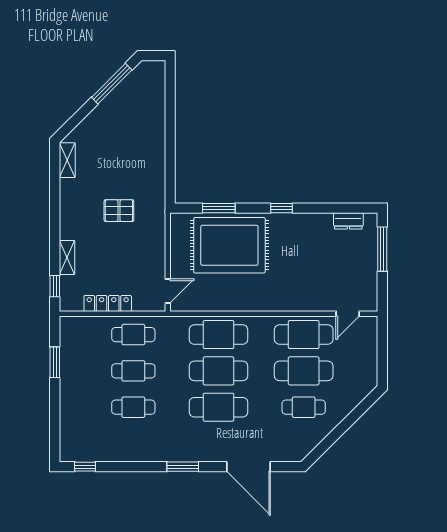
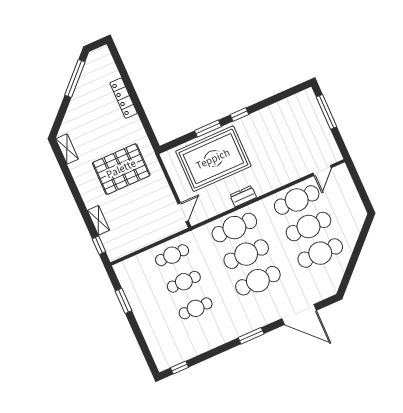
window: (219, 208) -> (208, 129), moved
pallet: (119, 211) -> (121, 169), width x2.05, depth x2.00
dresser: (348, 221) -> (243, 196), moved, turned 180
locker: (108, 303) -> (124, 98), moved, turned -90
cafe table: (304, 407) -> (320, 253), width x1.37, depth x1.35

